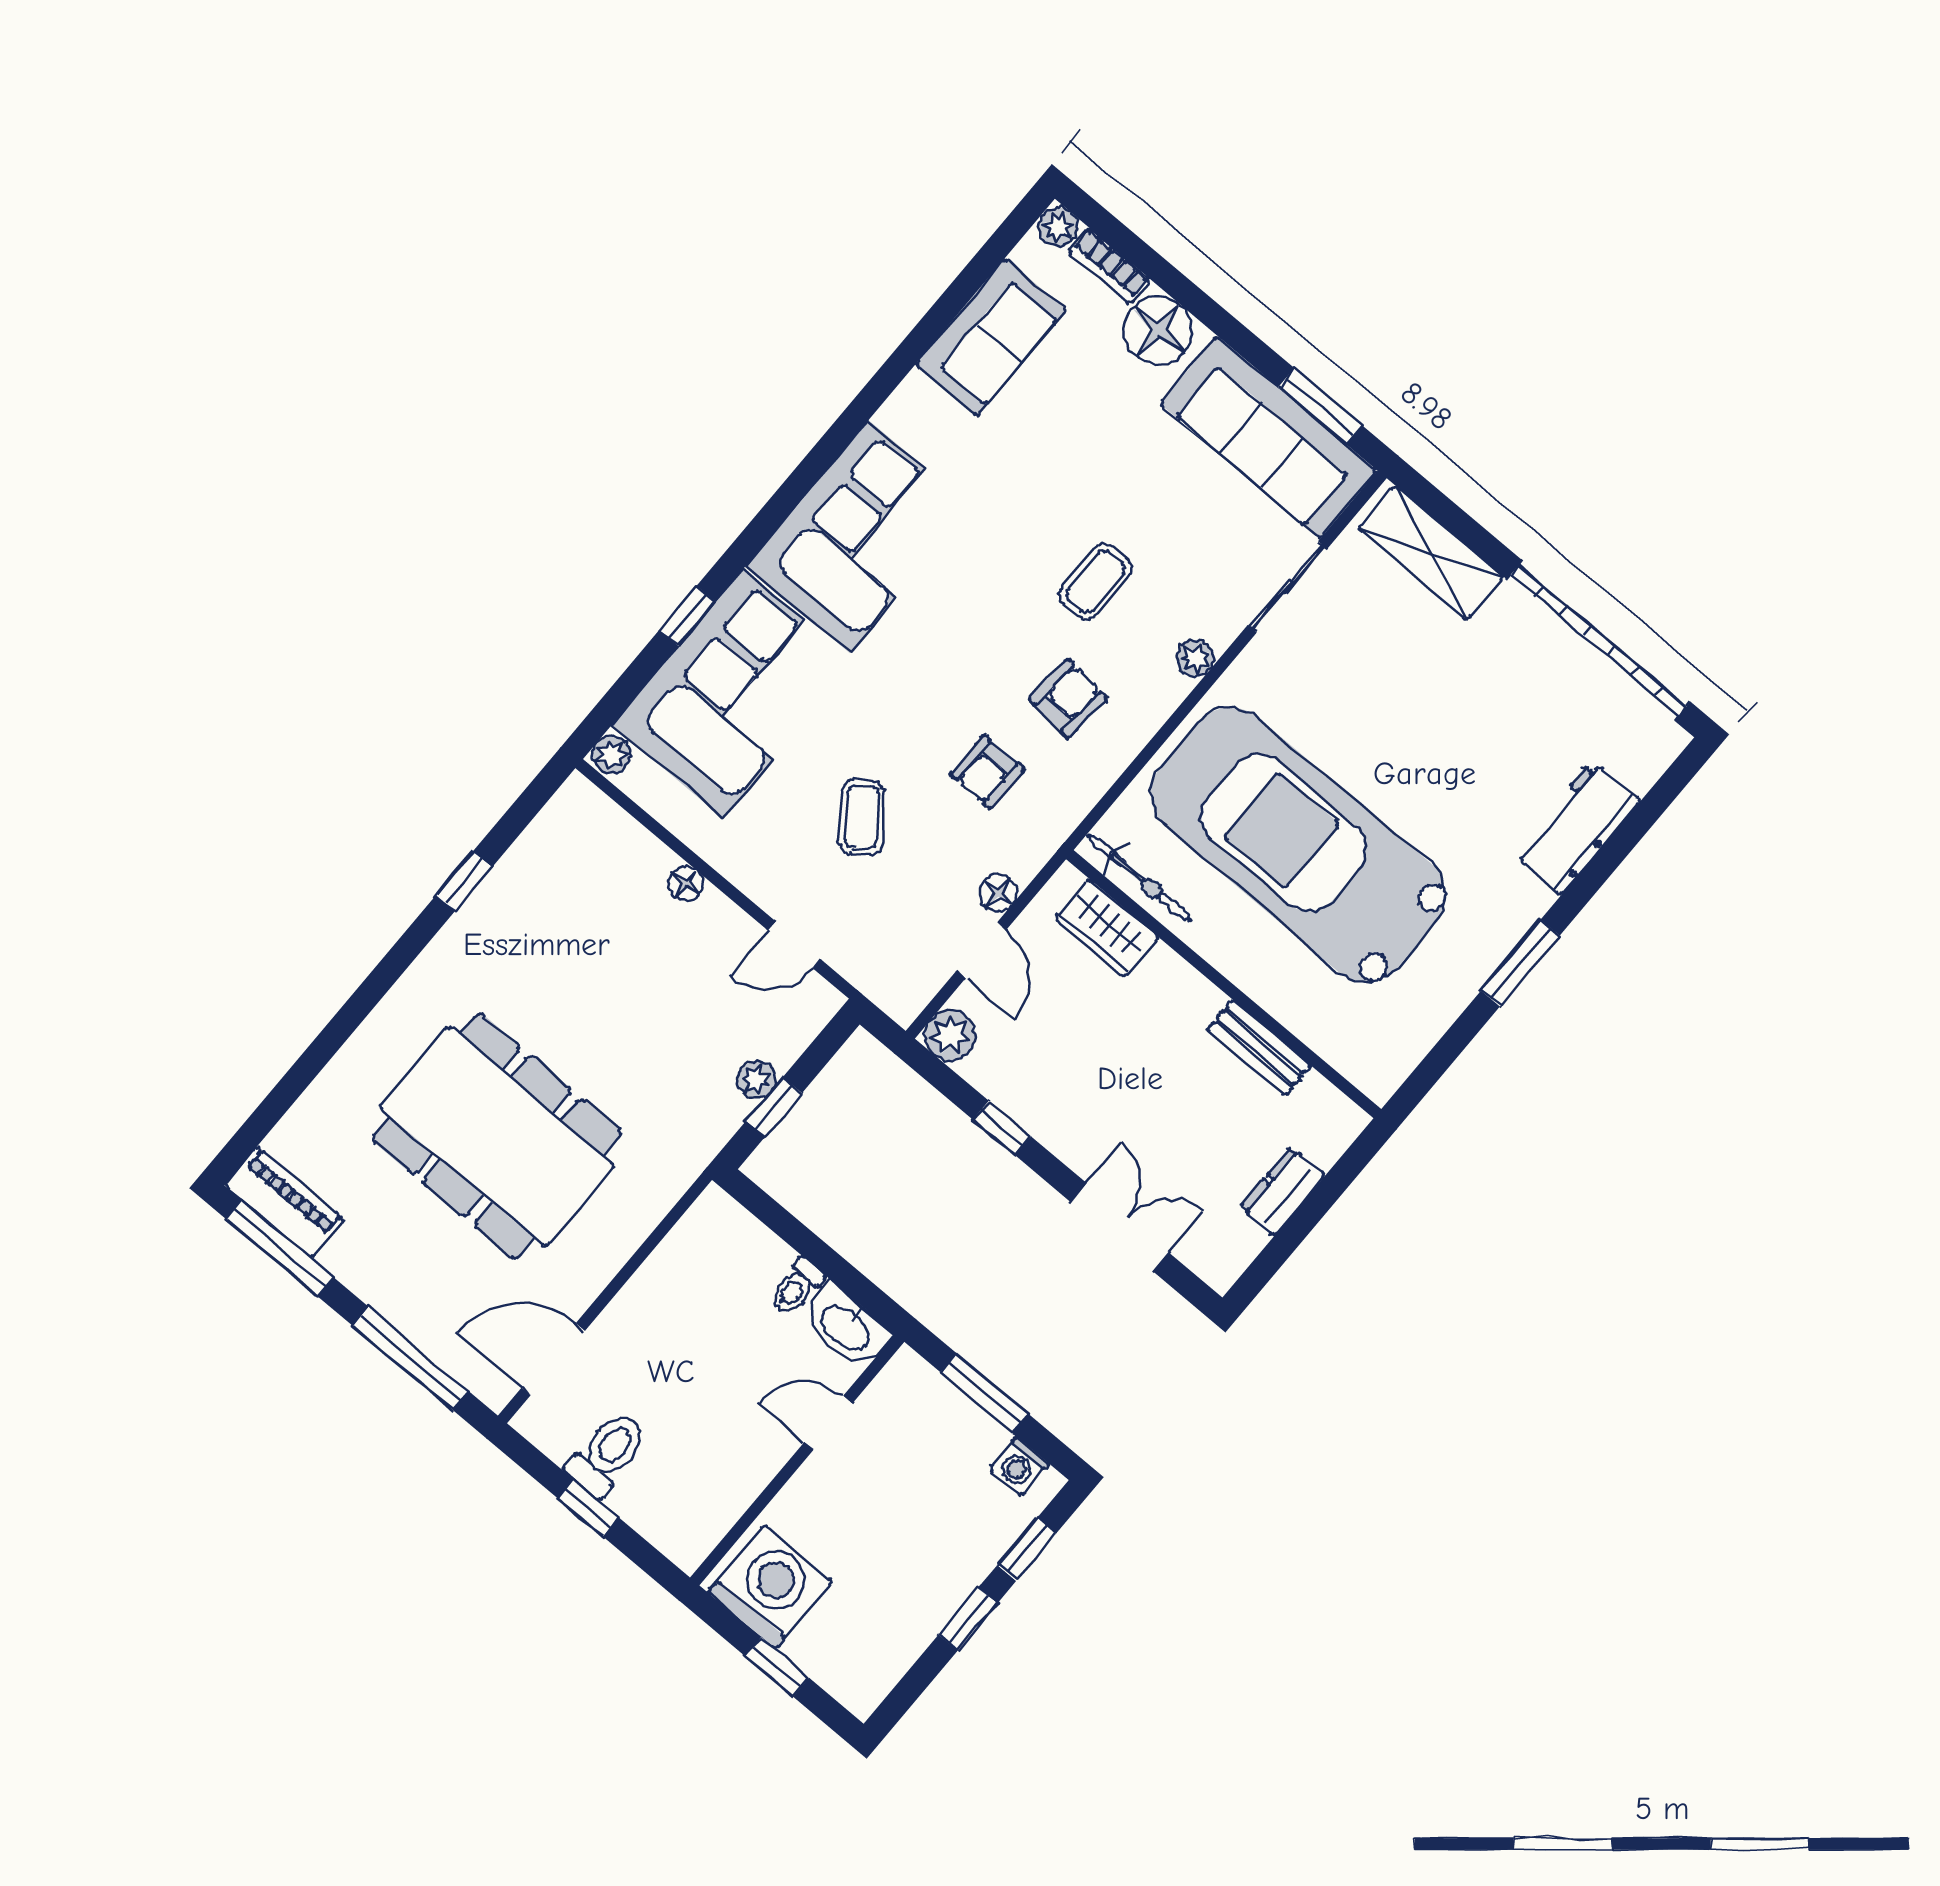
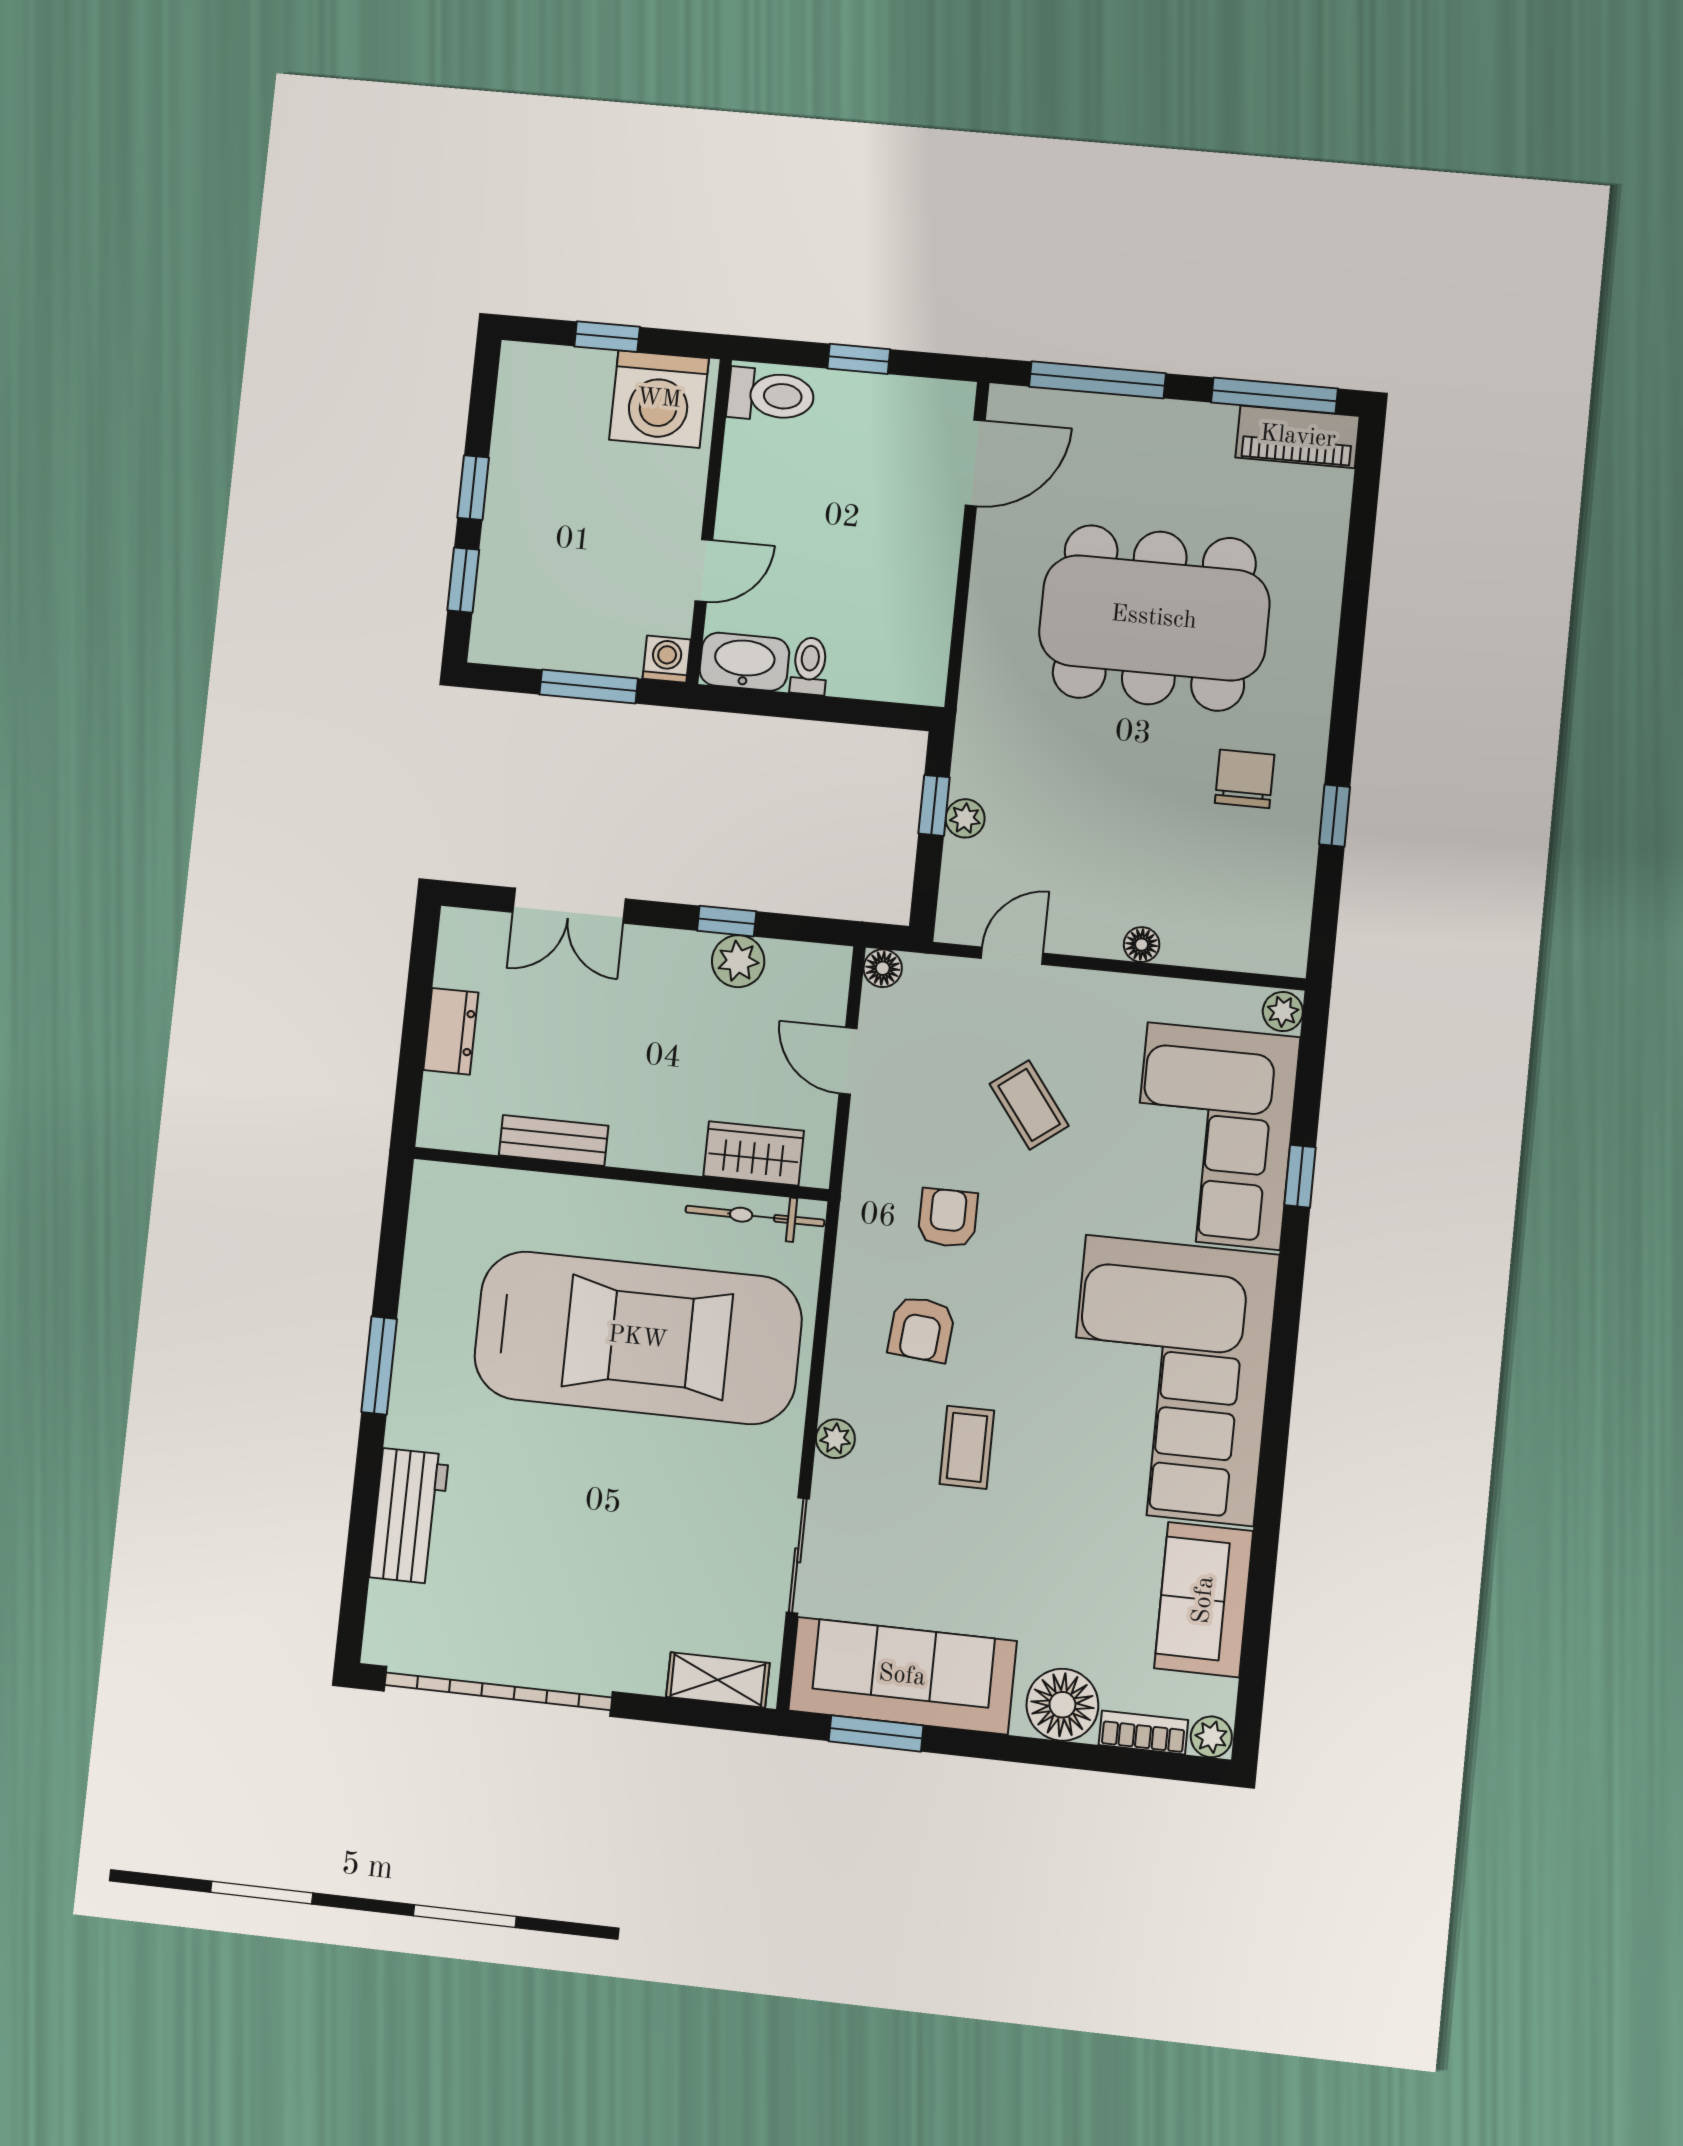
corner sofa: (859, 537) -> (1170, 1380), width x1.36, depth x1.36
shelving: (1431, 553) -> (718, 1680), width x0.67, depth x0.75
floor lamp: (998, 893) -> (883, 968), moved
chair: (514, 959) -> (1245, 779), added
plant: (950, 1036) -> (738, 961), moved
toilet: (607, 1454) -> (771, 395), moved, turned -90
washing machine: (1019, 1466) -> (667, 659), moved

